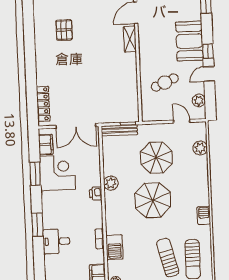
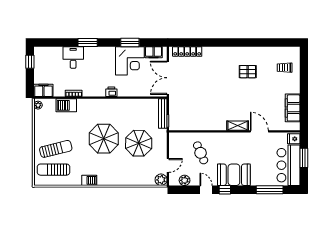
plant: (200, 148) -> (161, 180), moved
plant: (111, 183) -> (119, 105), removed

